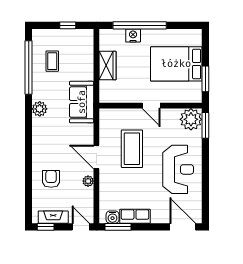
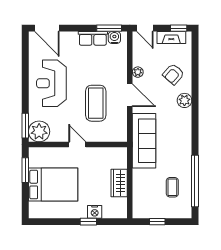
window: (140, 25) -> (88, 222), width x0.32
sofa: (82, 102) -> (144, 141), width x1.36
plant: (40, 109) -> (184, 100), moved
armchair: (51, 179) -> (173, 74), turned 41

